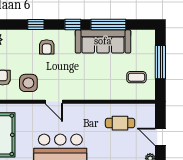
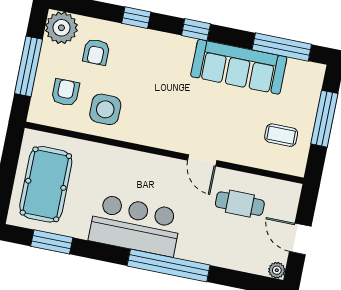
window: (108, 25) -> (282, 47), moved
armchair: (47, 47) -> (96, 52), moved
door: (54, 102) -> (202, 160), moved

